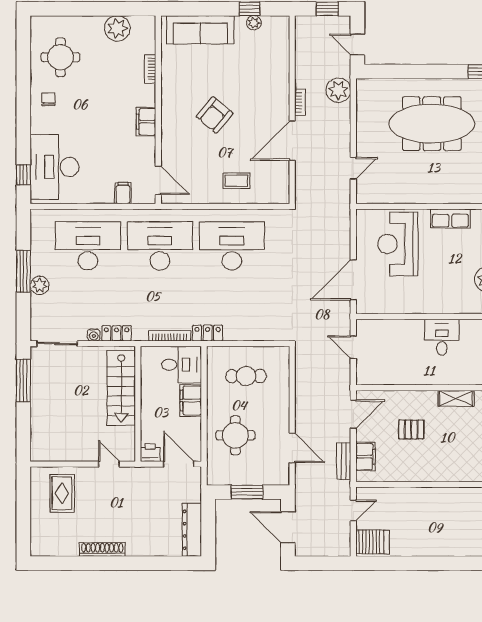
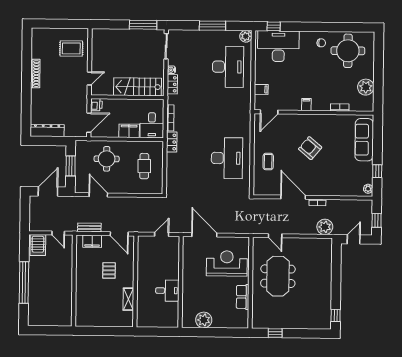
plant: (254, 23) -> (368, 189), moved
round table: (60, 57) -> (348, 51), width x1.36, depth x1.36
filing cabinet: (146, 122) -> (306, 105), width x0.50
meeting table: (432, 124) -> (278, 276), moved, width x0.73
desk: (160, 246) -> (227, 112), removed
plant: (40, 285) -> (246, 36), moved
door: (292, 448) -> (98, 195), swing flipped
window: (432, 563) -> (24, 283), added

